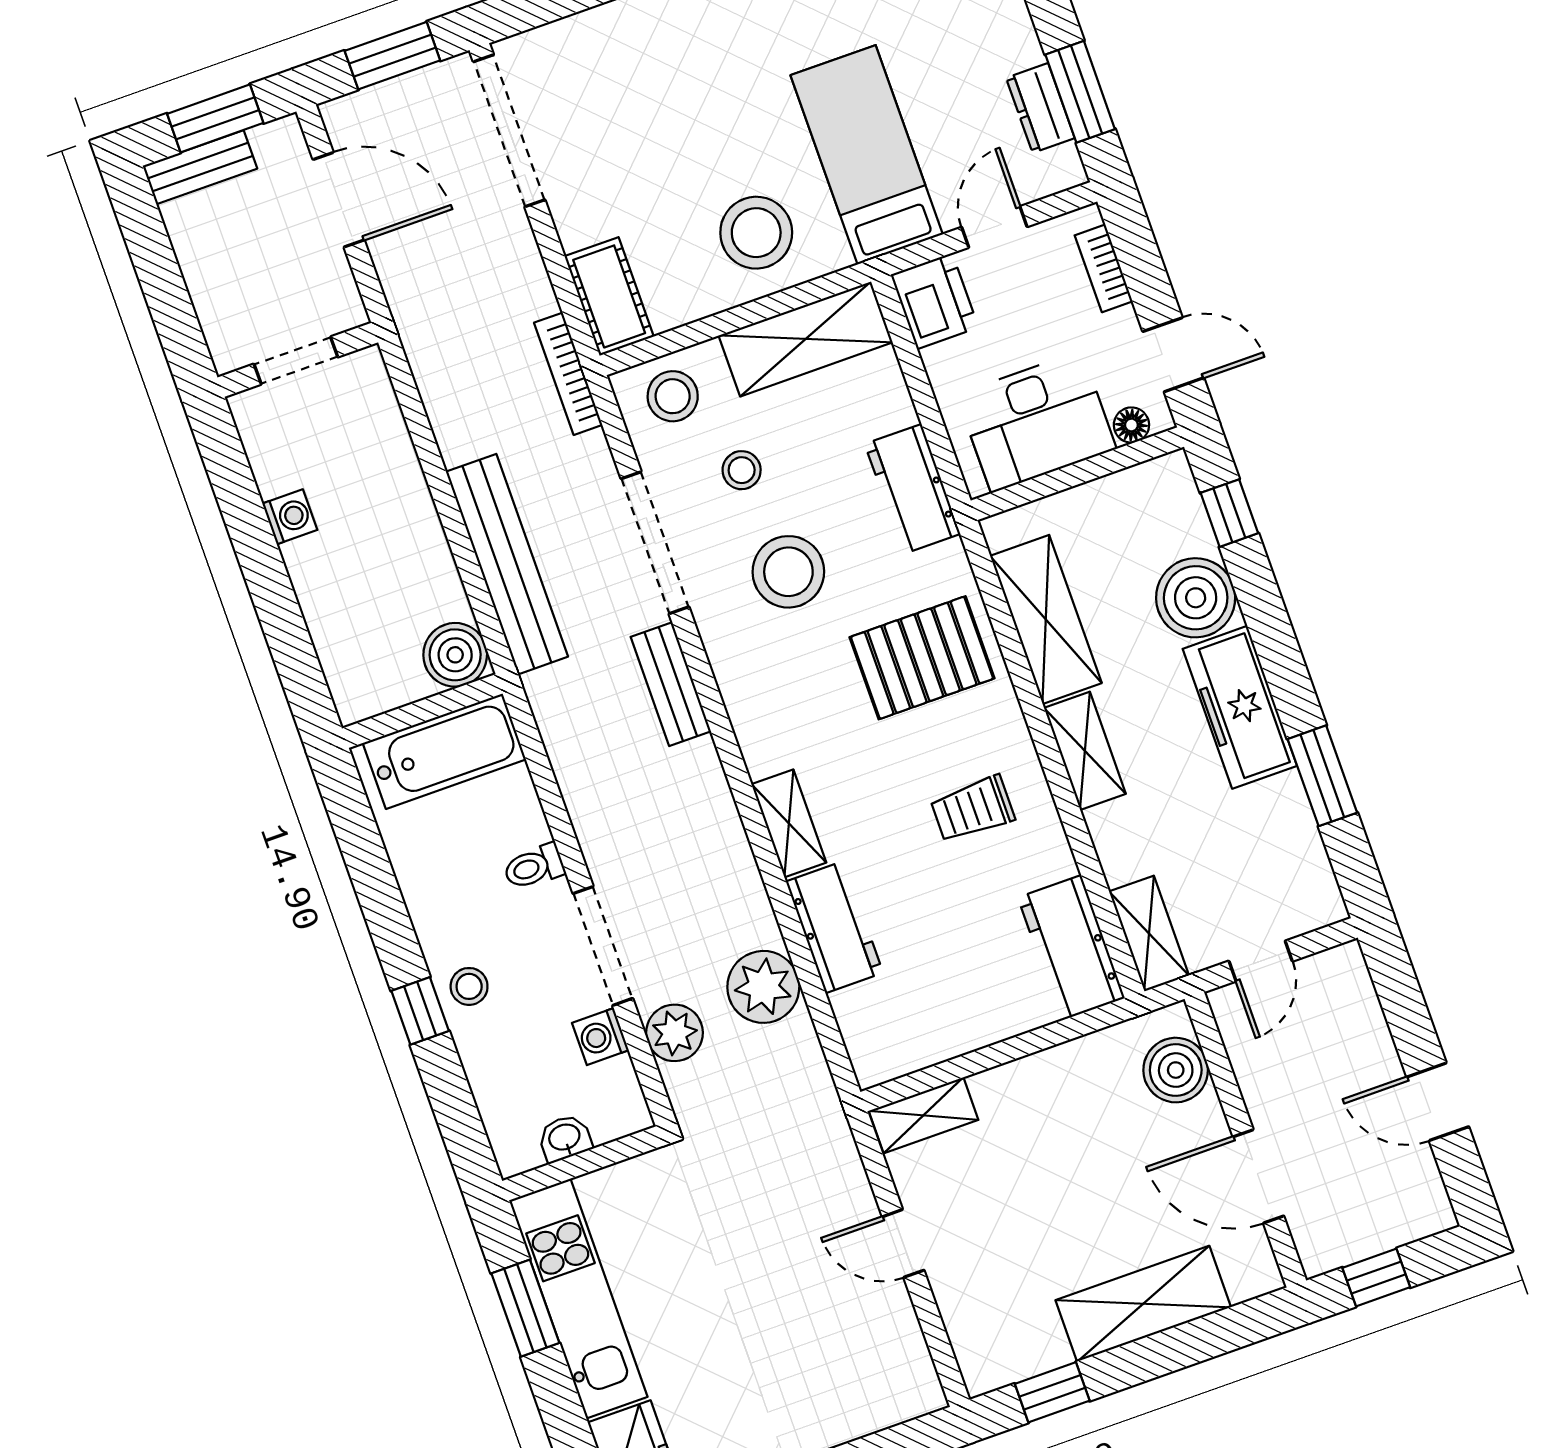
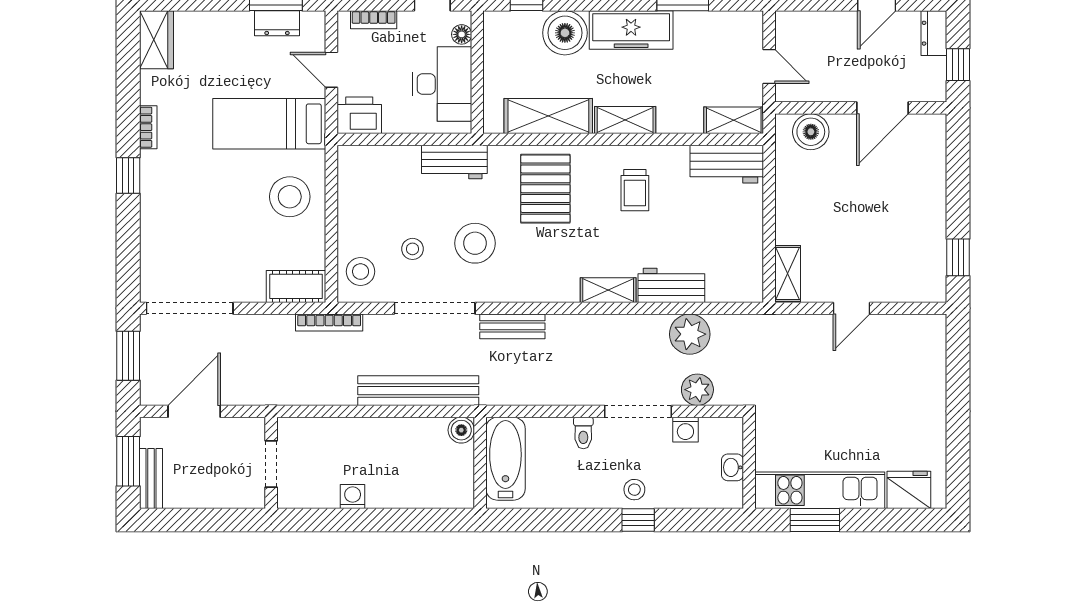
shelving: (806, 339) -> (355, 191), removed
boiler: (455, 655) -> (461, 430), width x0.73, depth x0.73
dresser: (1415, 1218) -> (934, 33), added
shelving: (1143, 1304) -> (928, 193), removed

